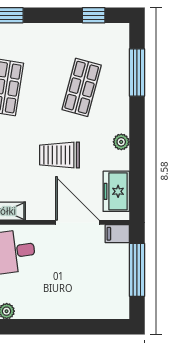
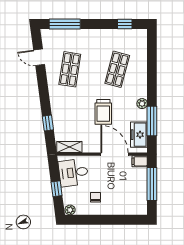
window: (137, 72) -> (152, 121), moved
trolley: (60, 155) -> (103, 112), turned -90
chair: (47, 291) -> (96, 197), added

